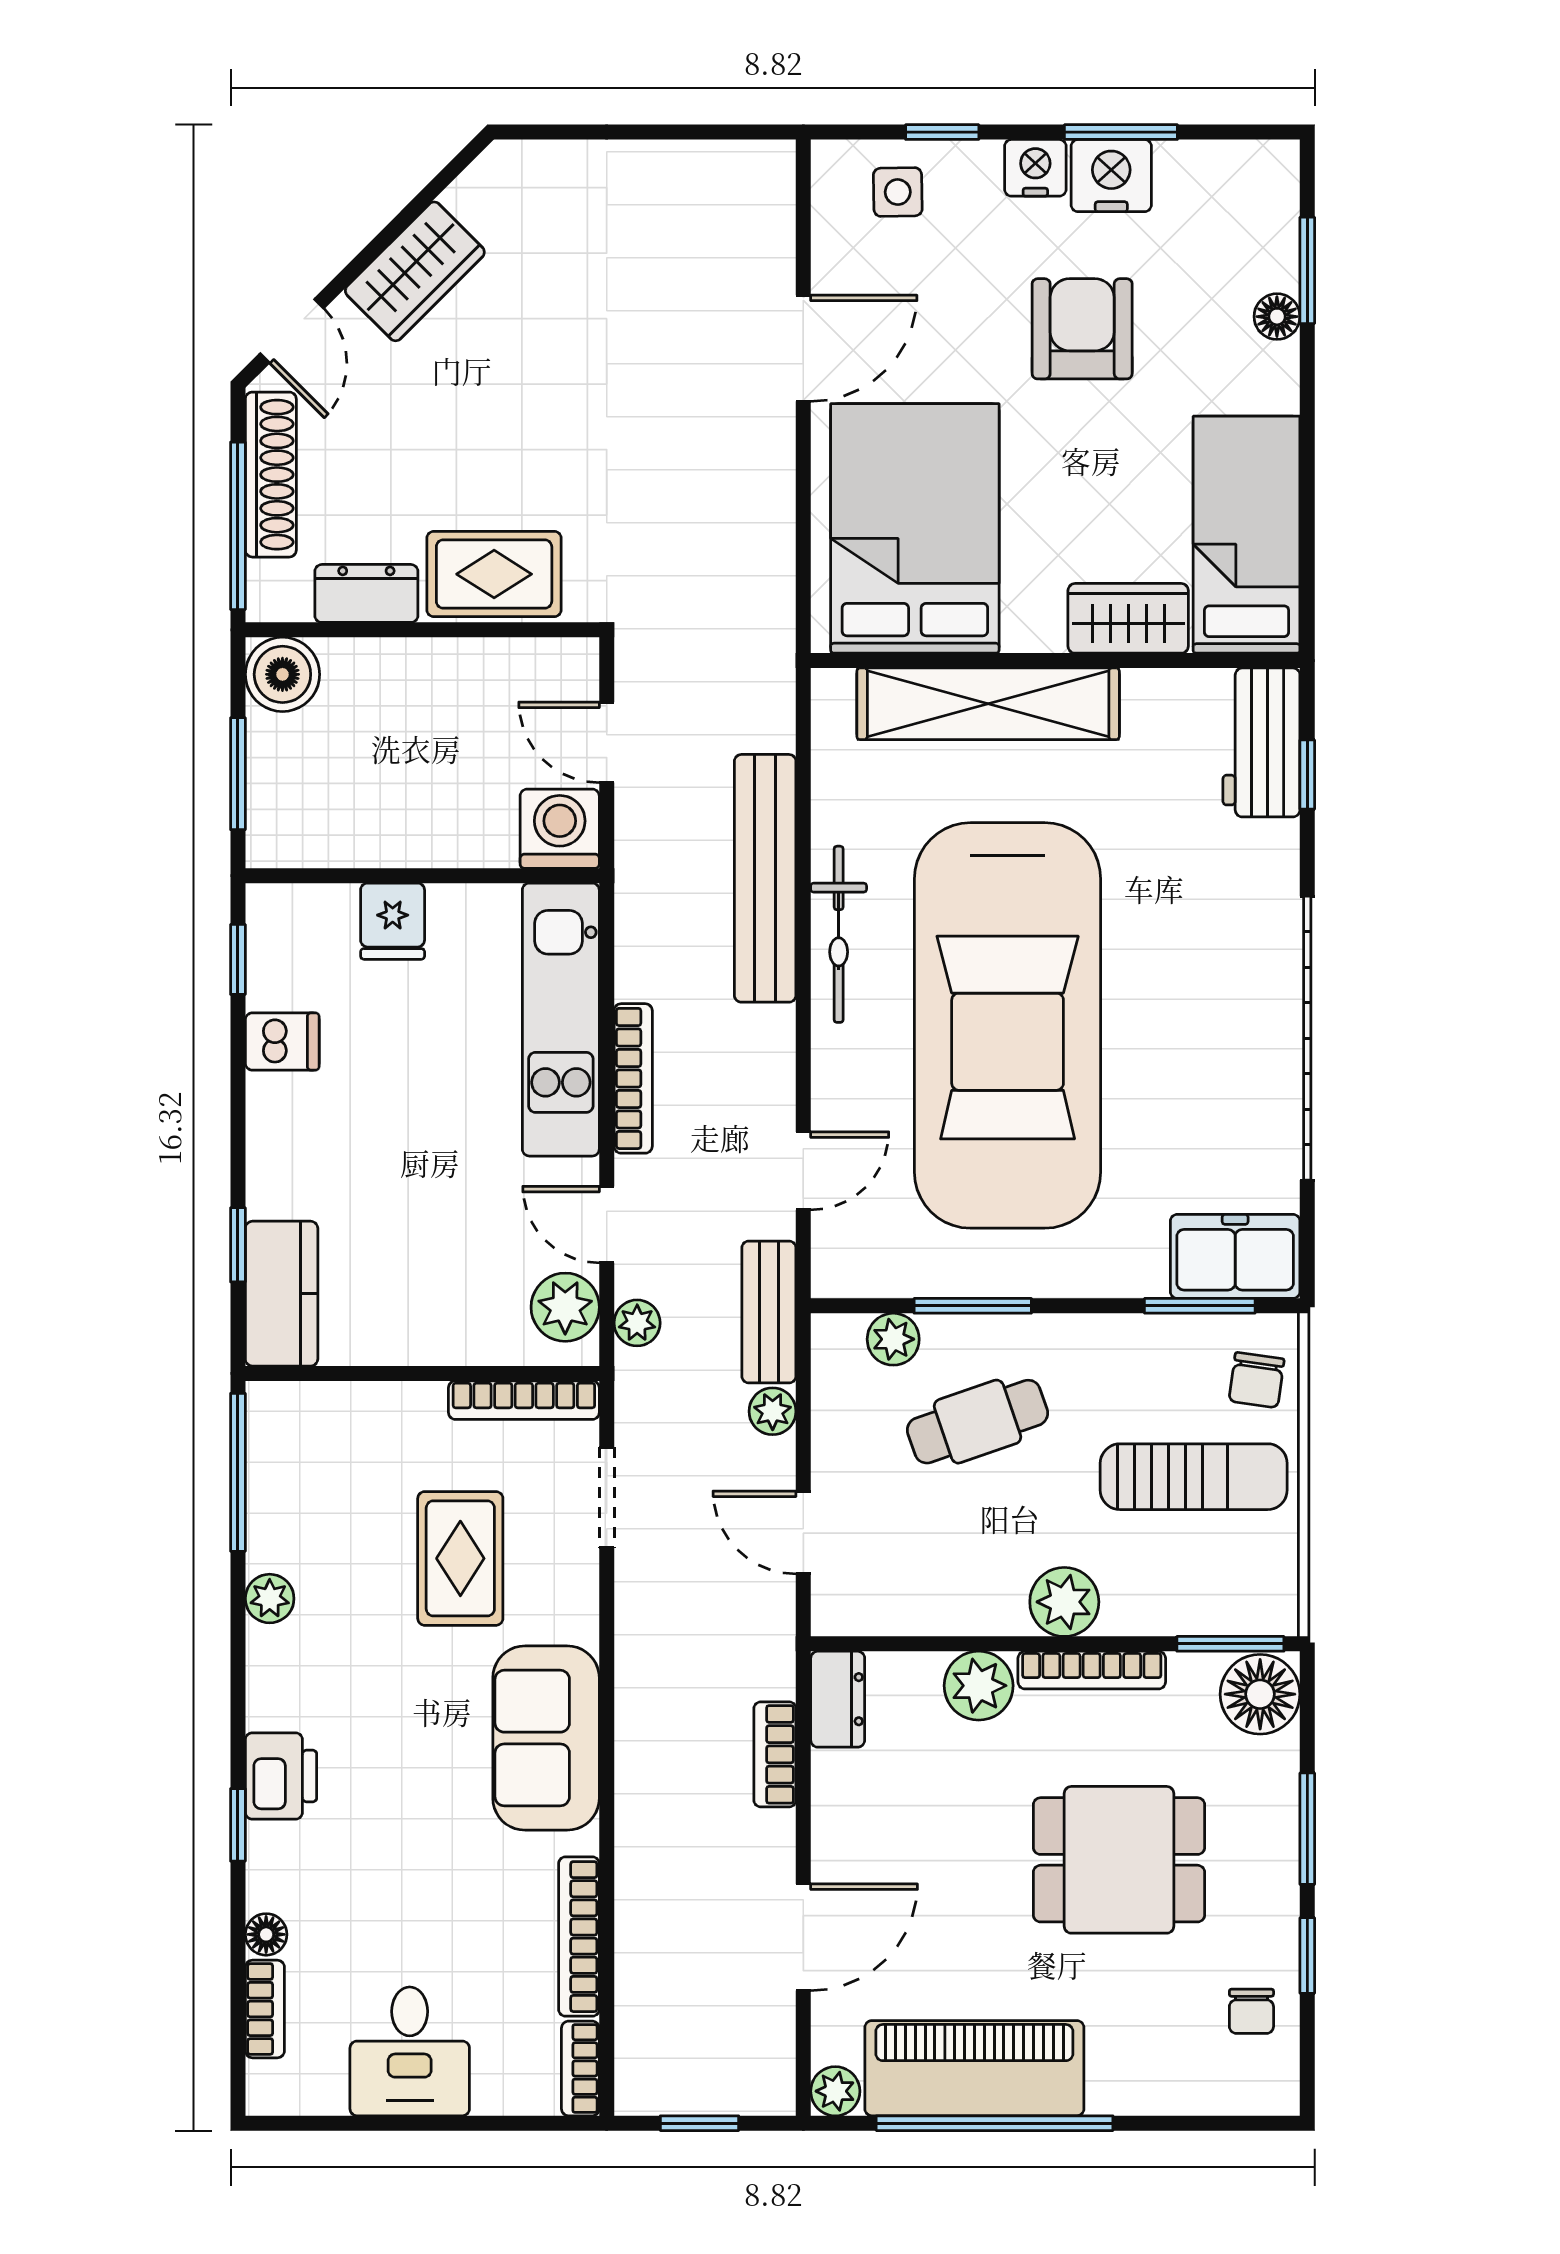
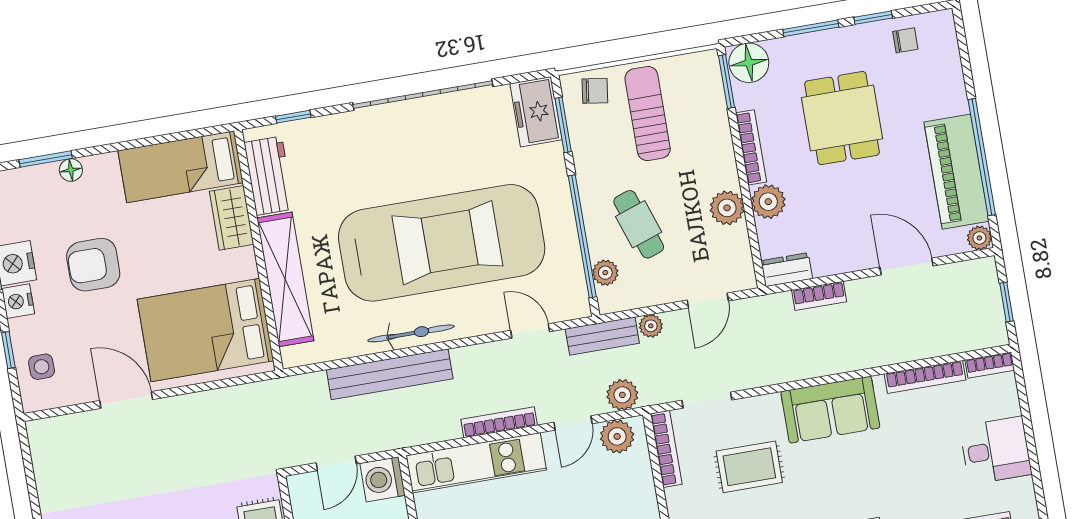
workbench: (1261, 742) -> (269, 176), moved, turned -90
window: (973, 1306) -> (582, 236), width x2.11
plant: (637, 1323) -> (622, 395), width x1.38, depth x1.38
plant: (1064, 1602) -> (727, 208), moved

